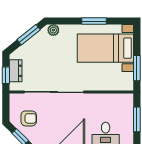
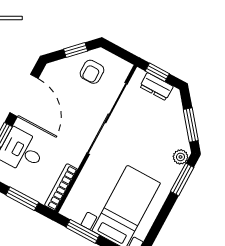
window: (94, 21) -> (182, 179), moved
bookcase: (116, 98) -> (61, 187), added

